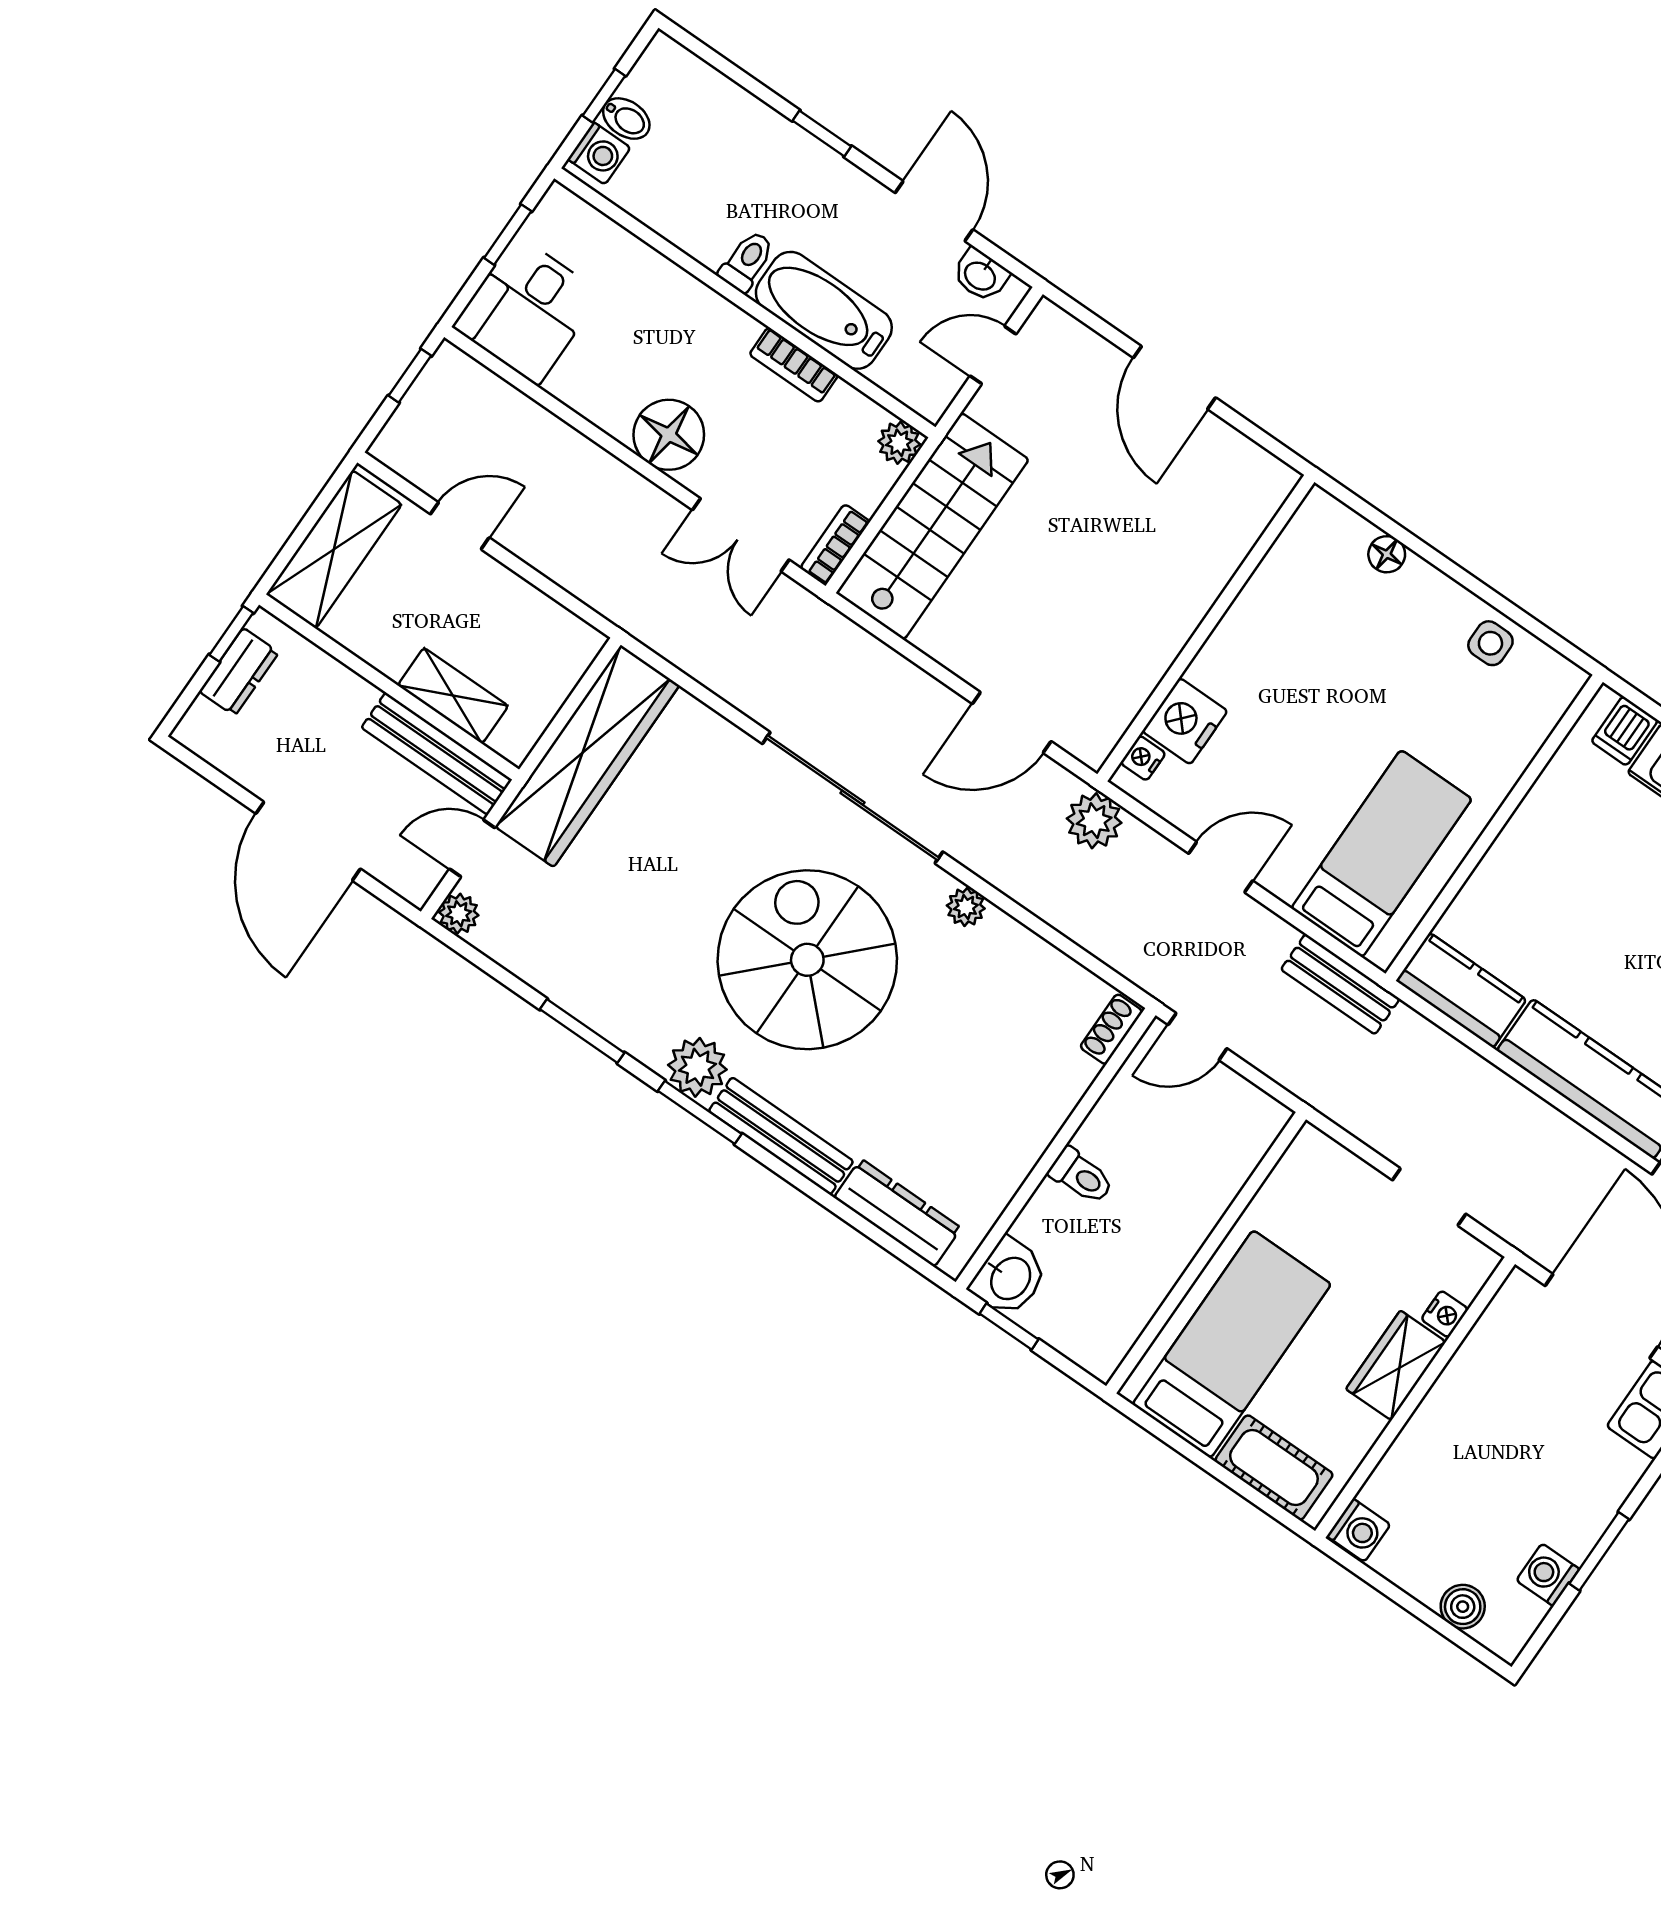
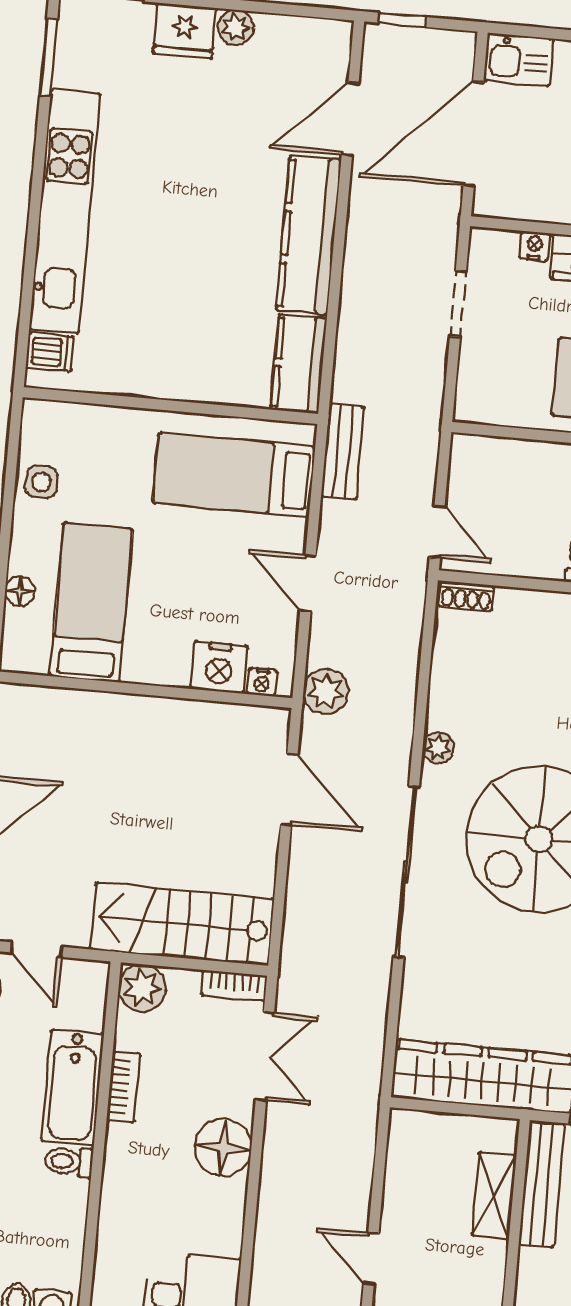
plant: (899, 443) -> (142, 988), width x1.38, depth x1.38
bed: (1331, 624) -> (91, 602), added

